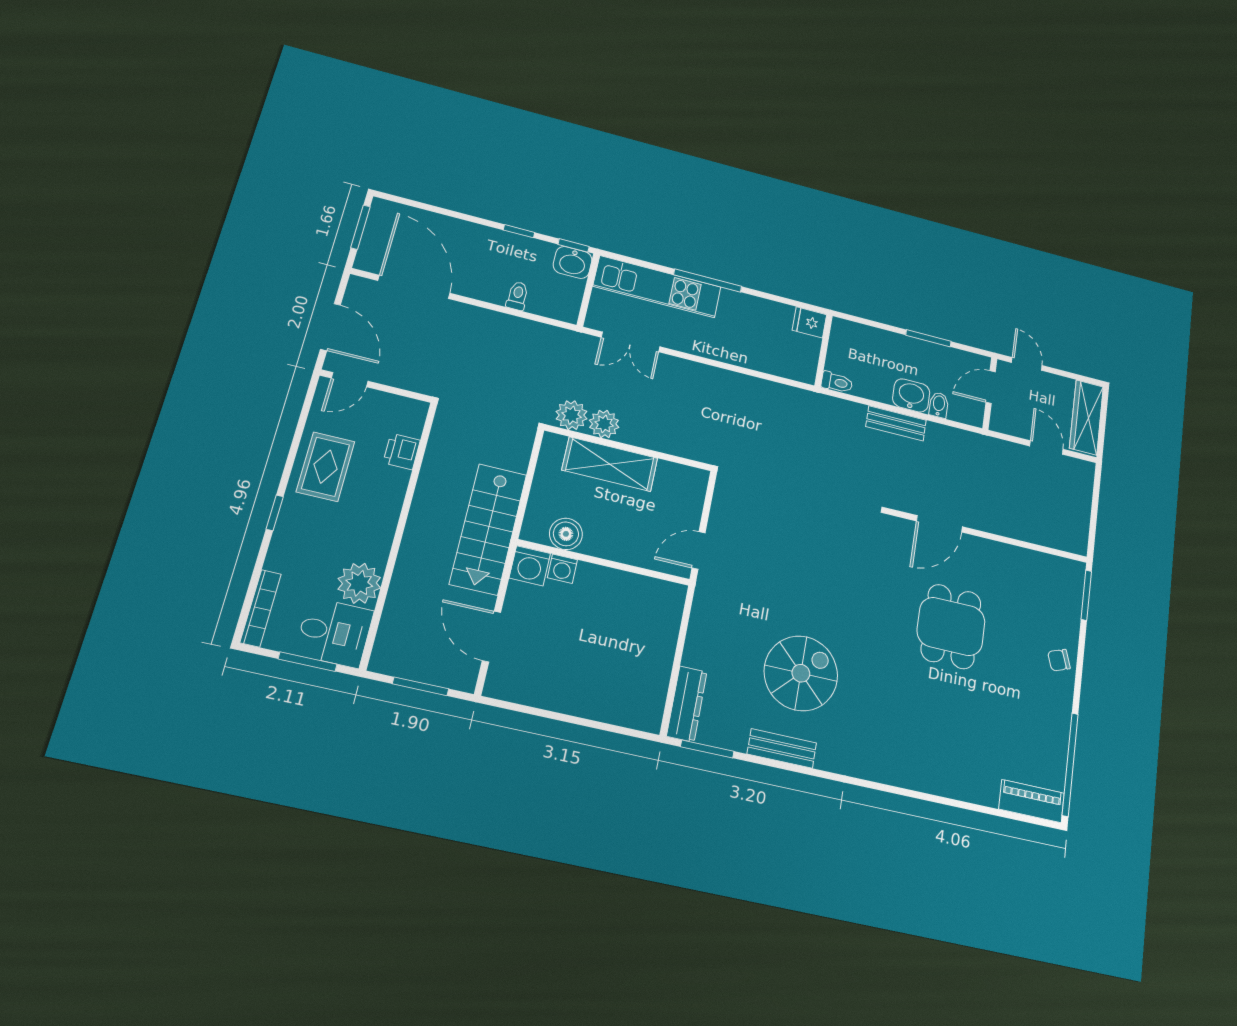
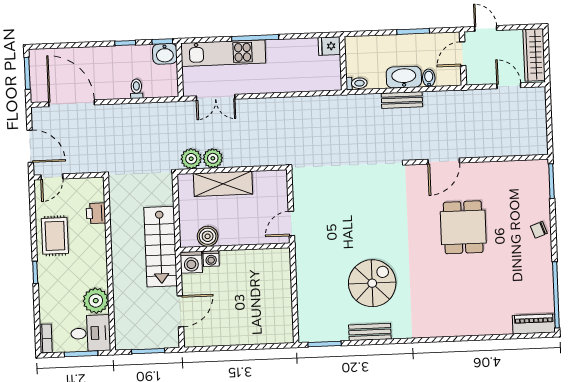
washbasin: (911, 395) -> (404, 77), width x1.38
bookcase: (261, 608) -> (46, 338), width x0.64
door: (491, 636) -> (180, 311), swing flipped
dresser: (687, 704) -> (306, 320), removed

